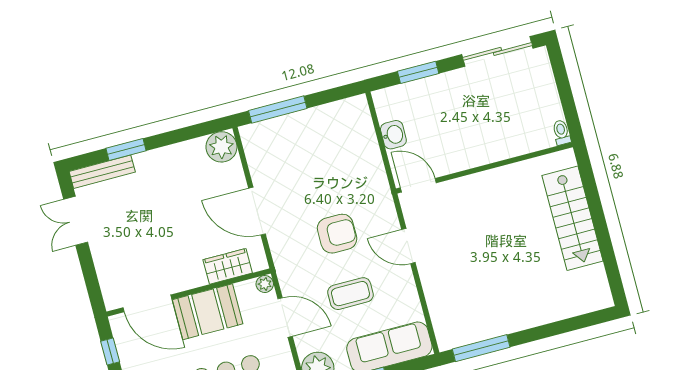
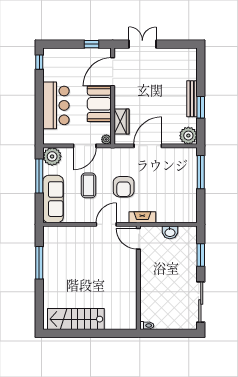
window: (126, 150) -> (201, 107), moved
bench: (102, 172) -> (192, 99), moved
door: (418, 185) -> (138, 239), swing flipped
fireplace: (380, 188) -> (142, 217), added
stairs: (572, 218) -> (76, 319), moved
double door: (76, 221) -> (142, 44), moved
window: (481, 348) -> (39, 263), moved

